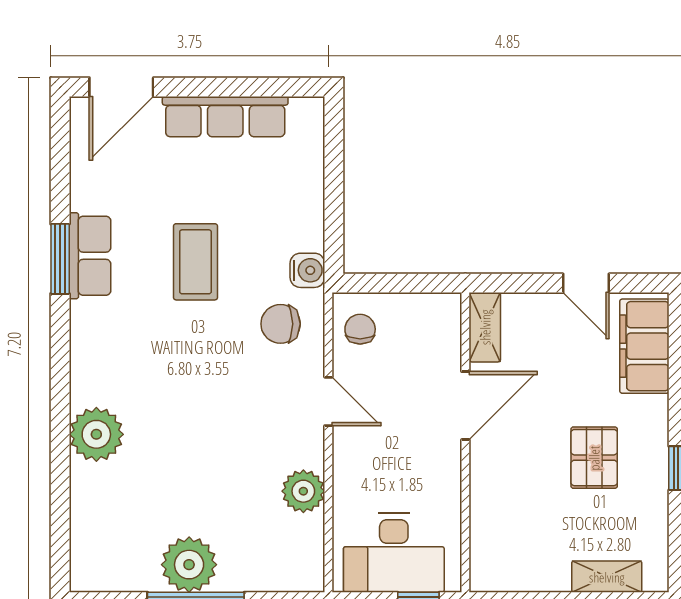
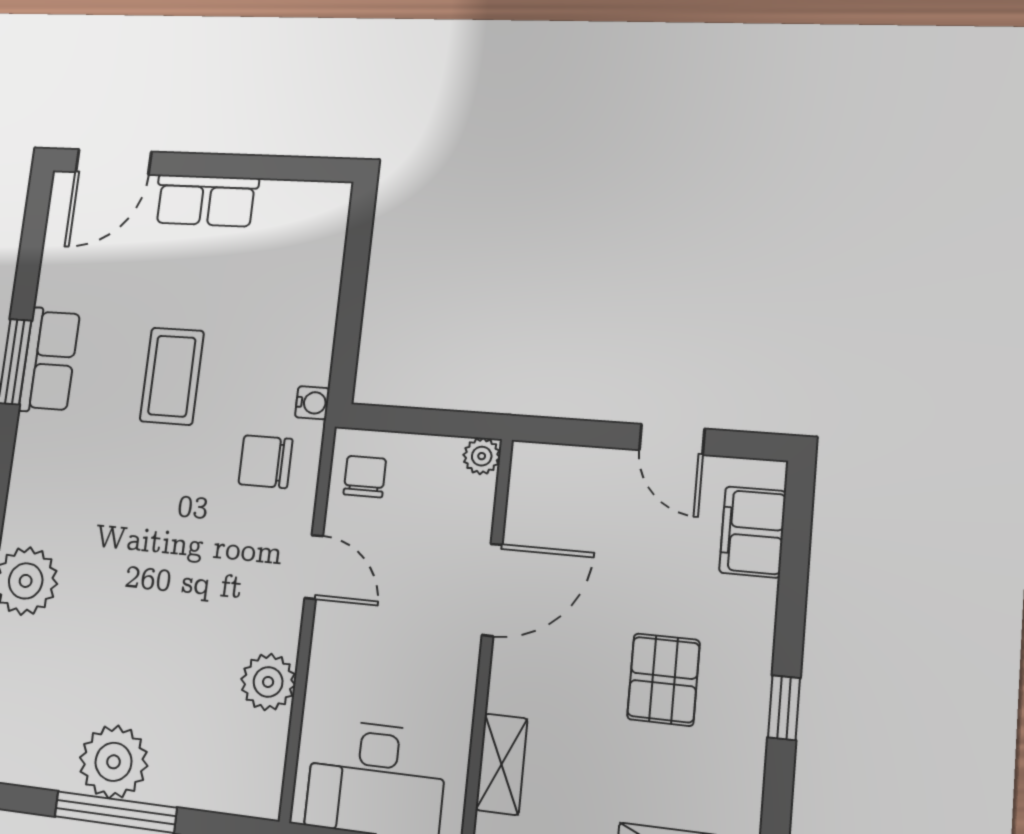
row of seats: (225, 117) -> (206, 201), width x0.68
water cooler: (307, 270) -> (312, 403), width x0.72, depth x0.72
plant: (448, 306) -> (482, 456), added
shelving: (485, 327) -> (502, 764), moved
filing cabinet: (644, 346) -> (753, 532), width x0.67, depth x0.86

